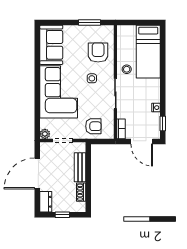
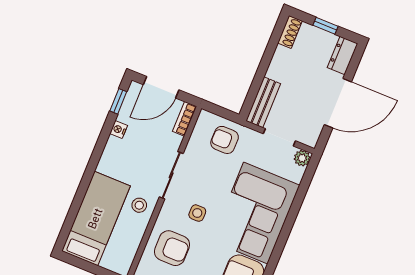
armchair: (98, 52) -> (172, 248), turned -90
door: (142, 142) -> (161, 87), swing flipped
bench: (80, 167) -> (263, 102), moved
shoe rack: (81, 192) -> (290, 32), moved

